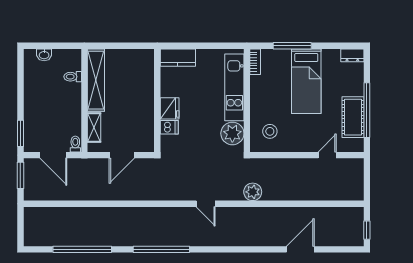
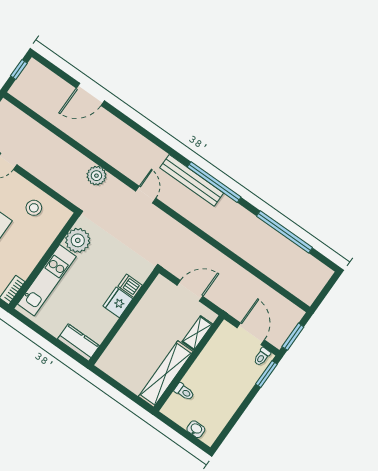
stool: (270, 131) -> (34, 208), moved
toilet: (75, 144) -> (262, 357), moved
bench: (179, 239) -> (192, 180), added

